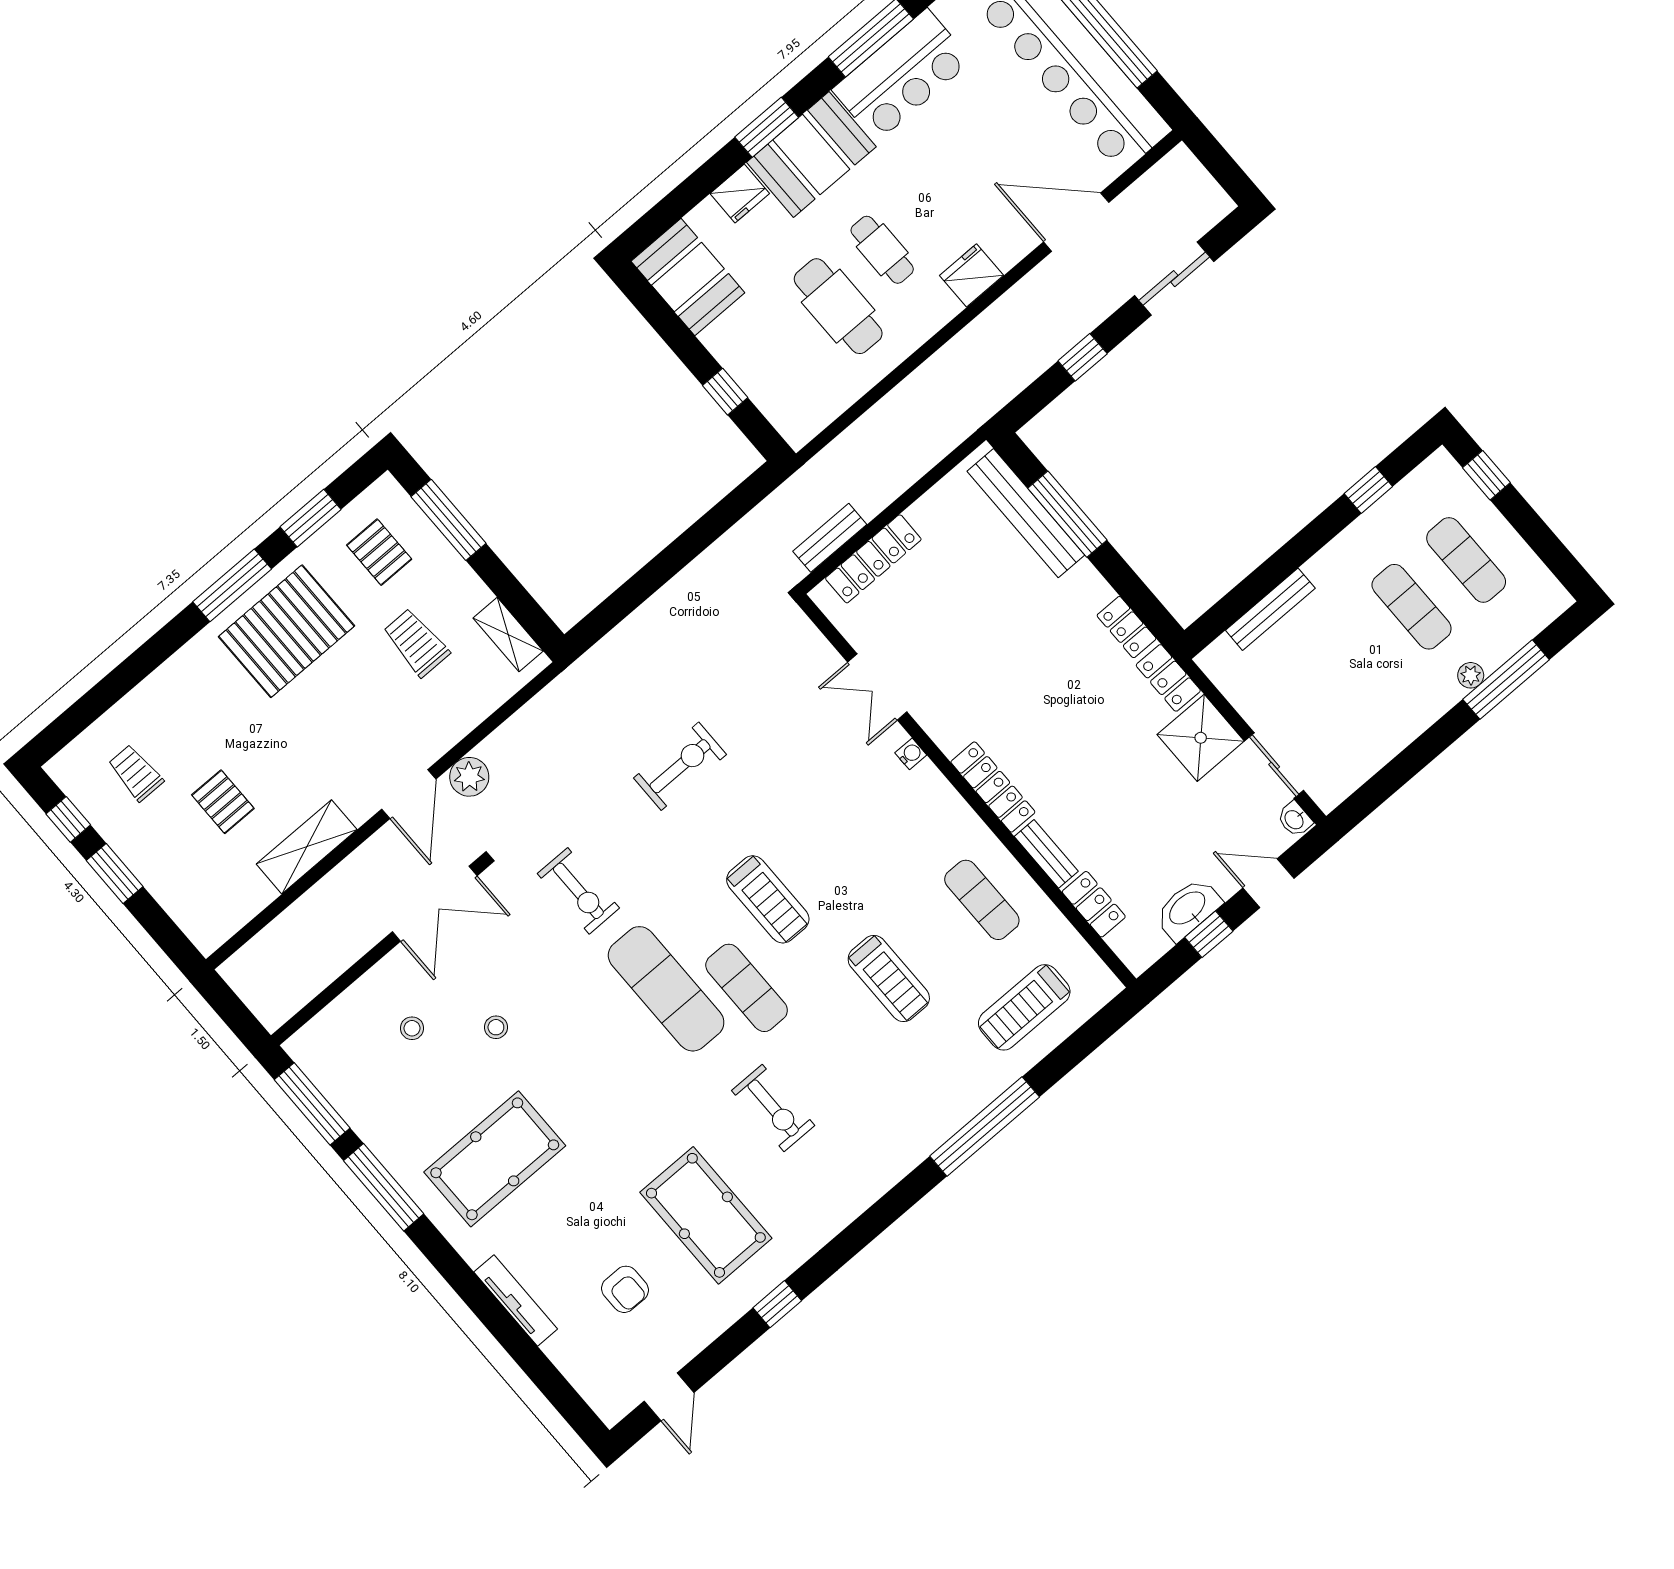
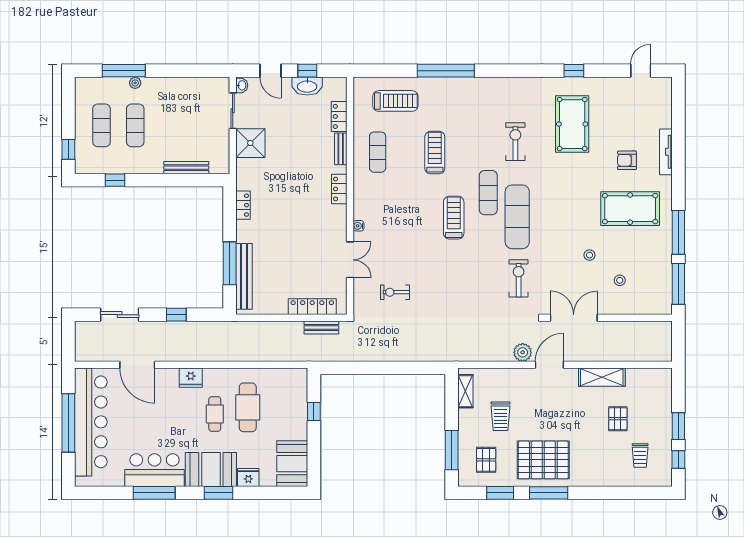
locker: (1168, 678) -> (244, 174), removed
exercise bike: (680, 766) -> (395, 292), moved, width x0.73, depth x0.72
locker: (993, 787) -> (339, 189), width x0.66
armchair: (625, 1289) -> (627, 160), moved, turned -90

